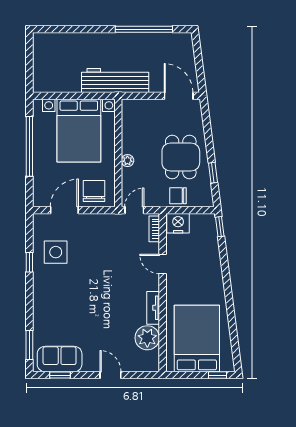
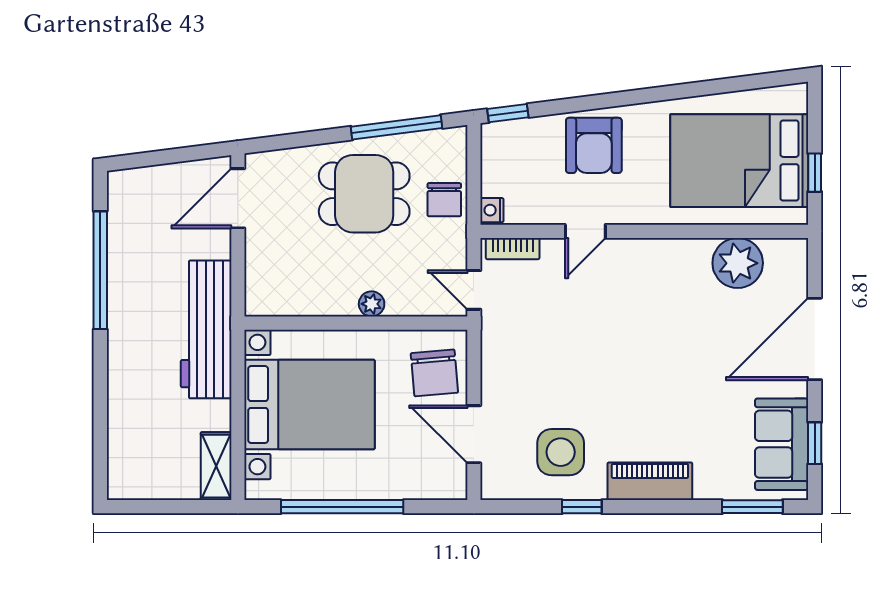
shelving: (49, 85) -> (216, 466), added
window: (213, 173) -> (397, 127), width x2.17
chair: (94, 191) -> (434, 373), turned -95
nightstand: (178, 223) -> (492, 210), width x0.53, depth x0.56
armchair: (204, 268) -> (594, 145), added
piano: (42, 295) -> (650, 481), added
tv unit: (153, 308) -> (676, 251), removed
door: (111, 375) -> (815, 339), width x1.88
window: (217, 375) -> (815, 173), moved

